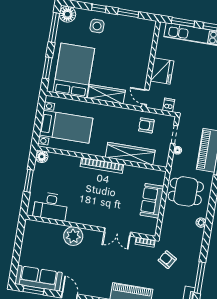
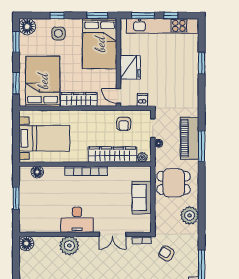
window: (128, 13) -> (97, 15), moved
window: (54, 28) -> (16, 42), width x0.69
bed: (136, 43) -> (100, 44), added
armchair: (146, 125) -> (124, 124), turned -90
floor lamp: (42, 157) -> (37, 172), moved
plant: (159, 161) -> (142, 157), added
desk: (51, 206) -> (77, 220), moved
plant: (201, 223) -> (190, 215), width x1.87, depth x1.87
floor lamp: (31, 227) -> (26, 243), added

